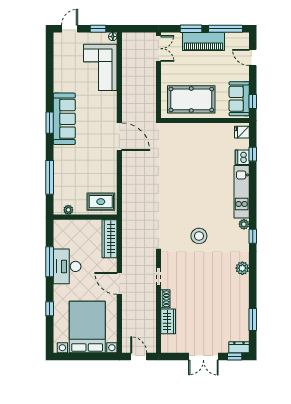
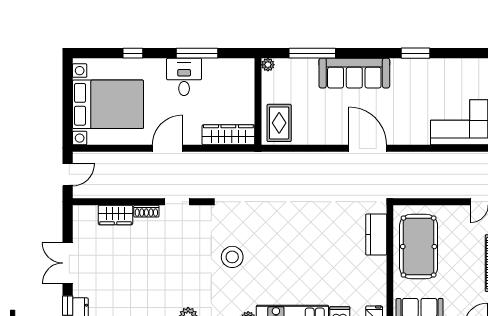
sofa: (64, 119) -> (354, 73), moved
window: (50, 123) -> (416, 53), moved
kitchen counter: (182, 131) -> (376, 235), added
door: (119, 137) -> (368, 148), swing flipped
plant: (68, 210) -> (268, 65), moved
desk: (67, 266) -> (184, 77), width x0.73

